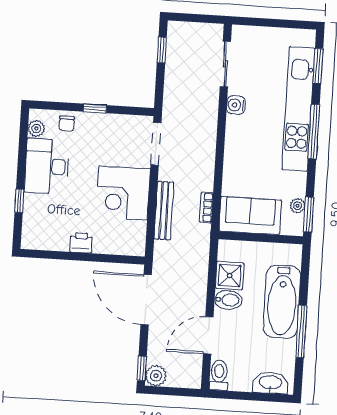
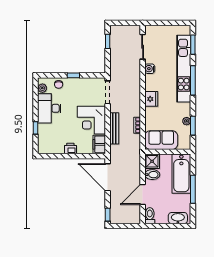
fridge: (235, 161) -> (151, 99), added
sofa: (250, 216) -> (161, 140), moved
filing cabinet: (135, 238) -> (99, 144), added
wall: (261, 238) -> (168, 152), moved
plant: (156, 376) -> (116, 218), removed

